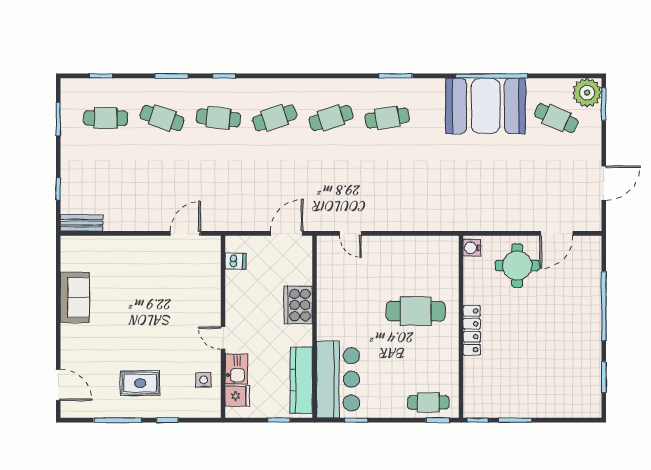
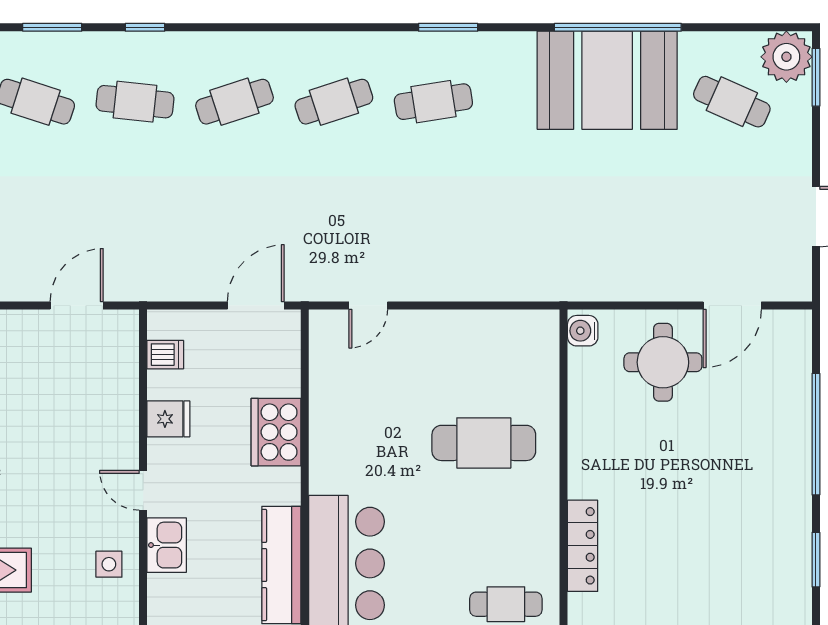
door: (350, 233) -> (368, 305), hinge flipped
locker: (472, 330) -> (583, 546), moved
fridge: (237, 396) -> (168, 419), moved

